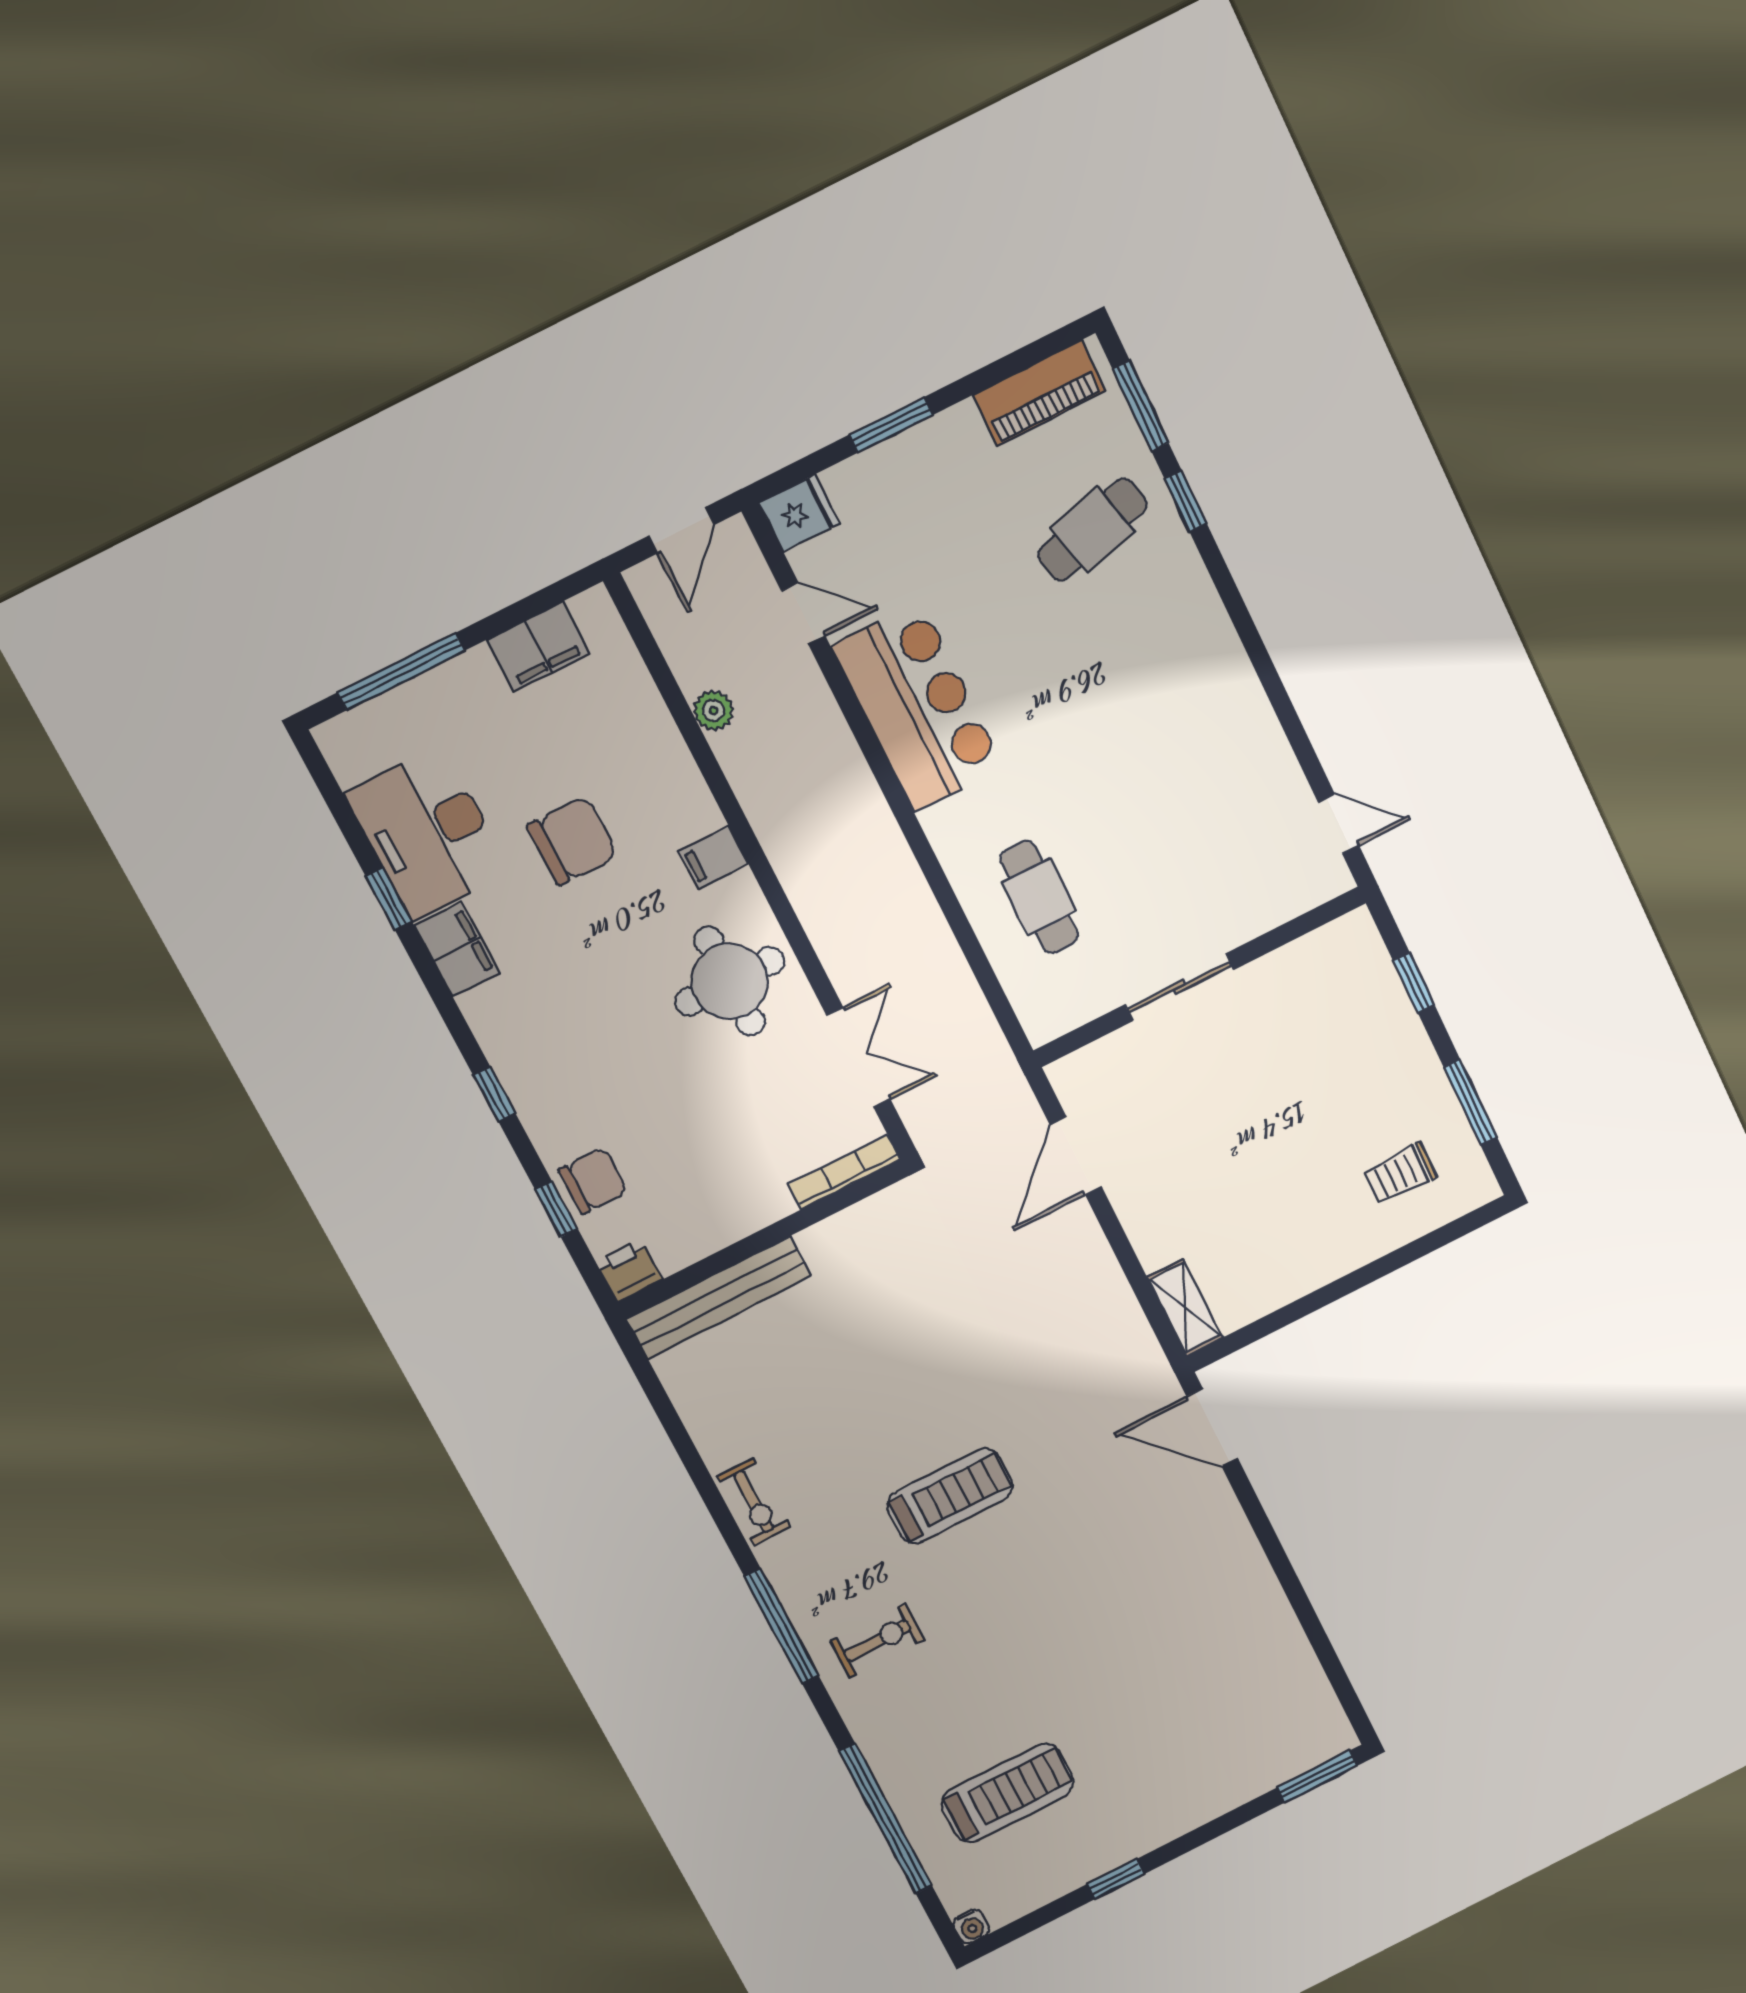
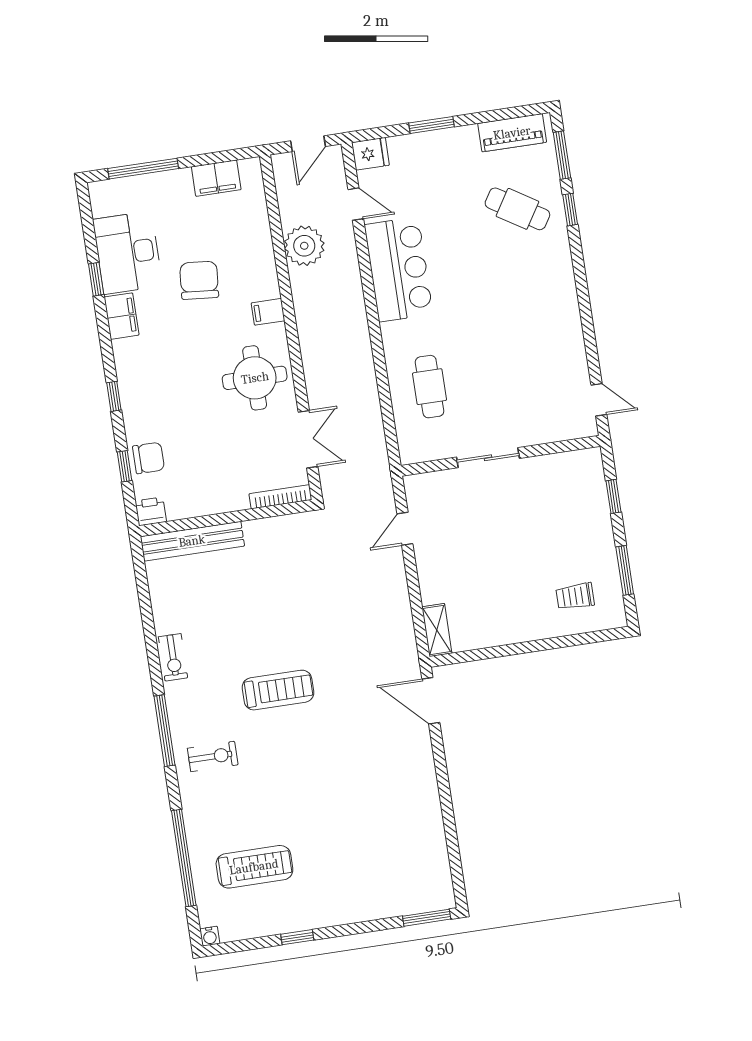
cafe table: (1092, 530) -> (517, 209), turned 46
plant: (713, 710) -> (304, 246), width x1.88, depth x1.88
chair: (572, 841) -> (199, 280), turned -85
door: (1076, 1156) -> (405, 529), width x0.73

